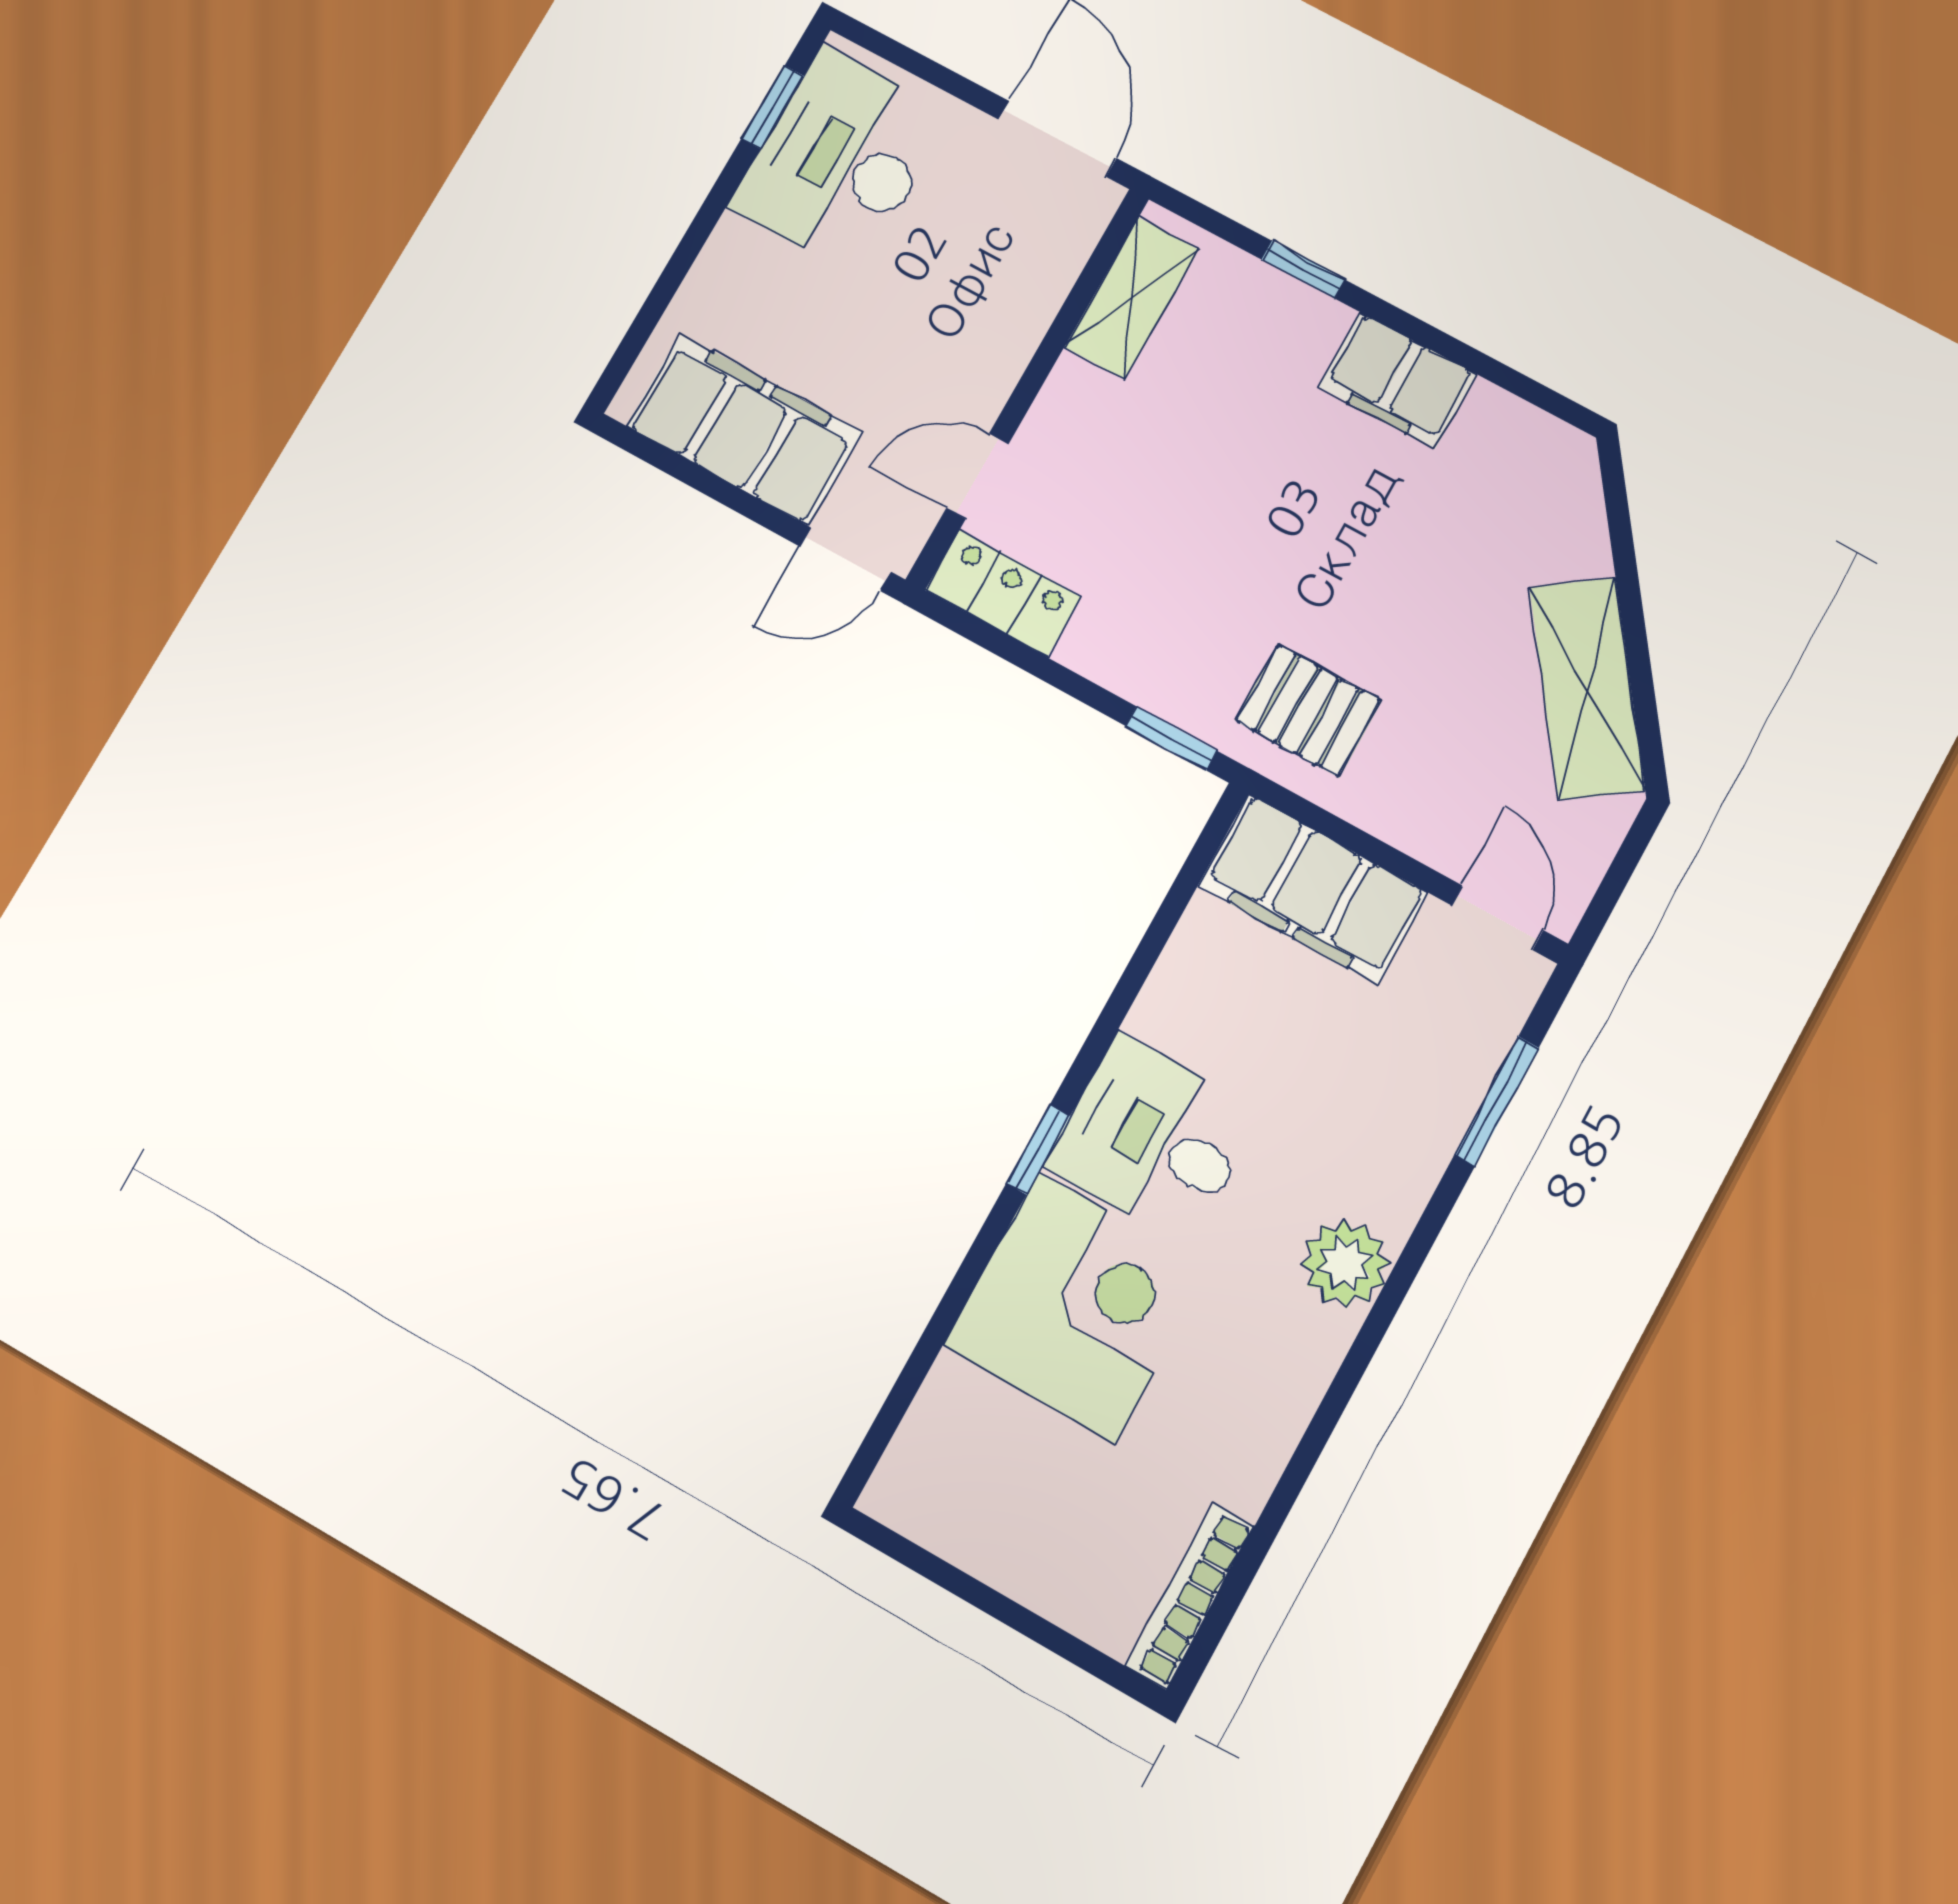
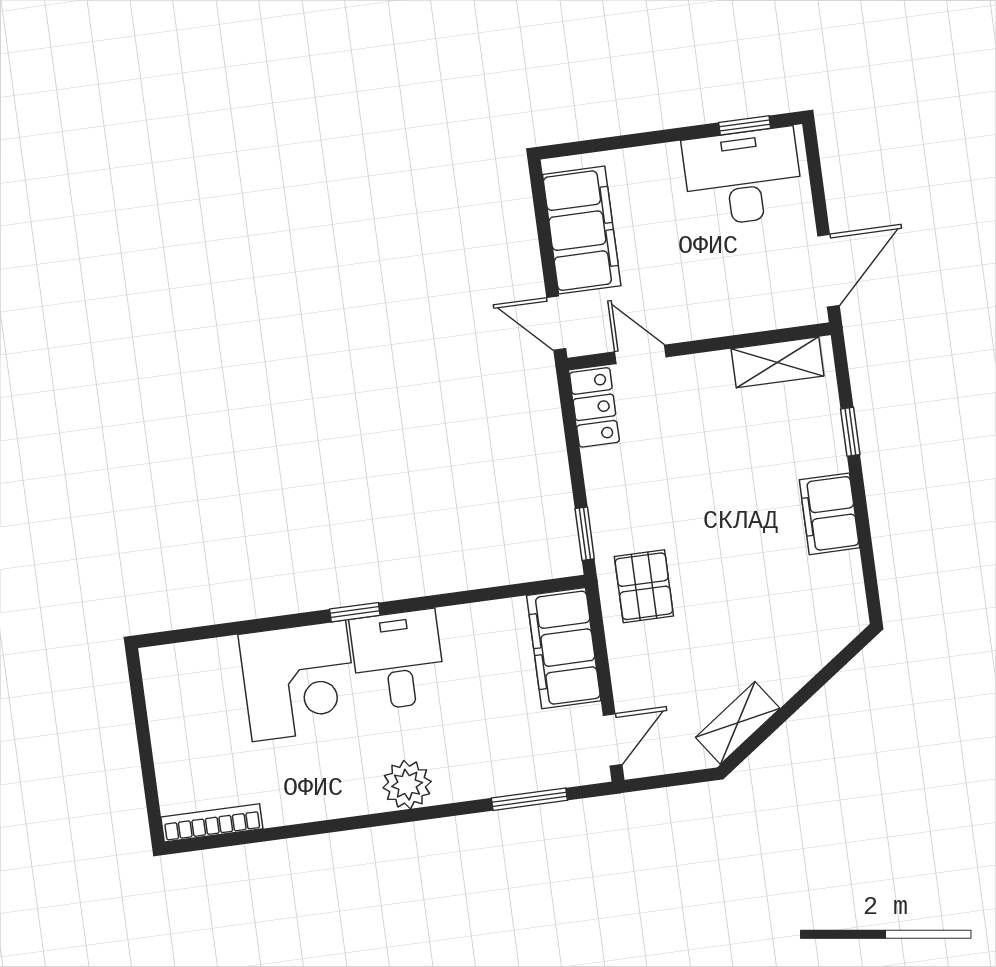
shelving: (1587, 688) -> (738, 723), width x0.67, depth x0.75

